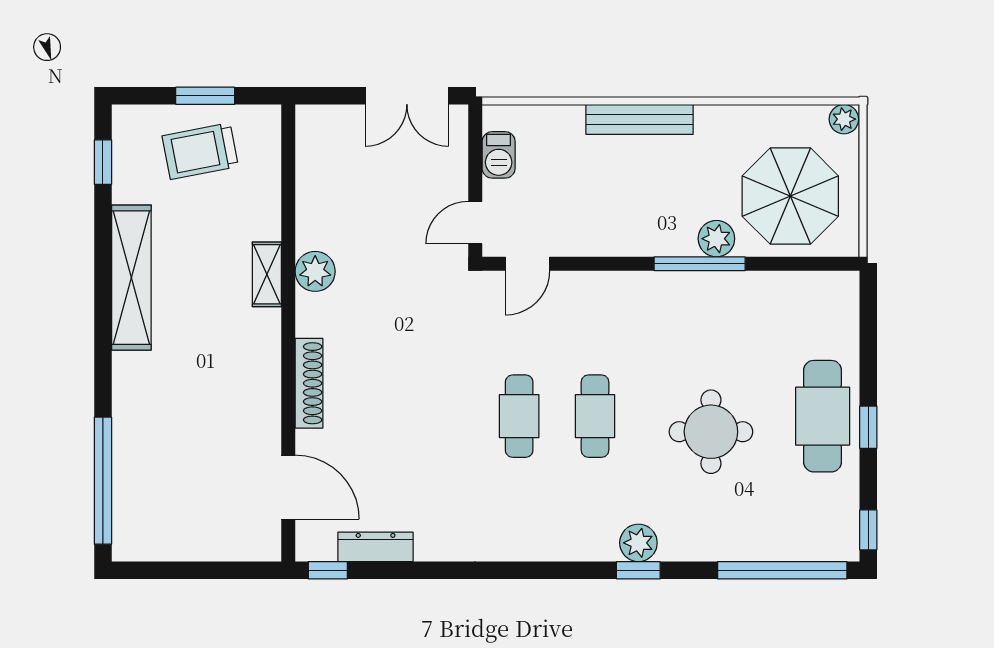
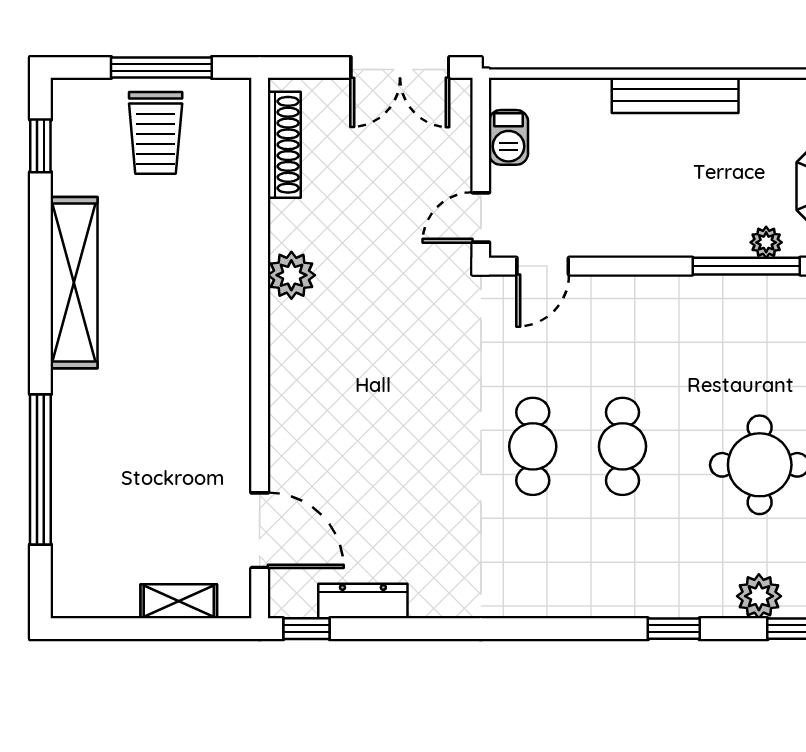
window: (205, 96) -> (161, 68), width x1.44
trolley: (200, 151) -> (156, 133), turned -79
plant: (716, 239) -> (766, 242), width x0.73, depth x0.73
shelving: (267, 274) -> (179, 601), moved, turned 90
shoe rack: (309, 383) -> (284, 145), moved
window: (103, 481) -> (40, 469), moved
plant: (638, 543) -> (759, 596), moved

